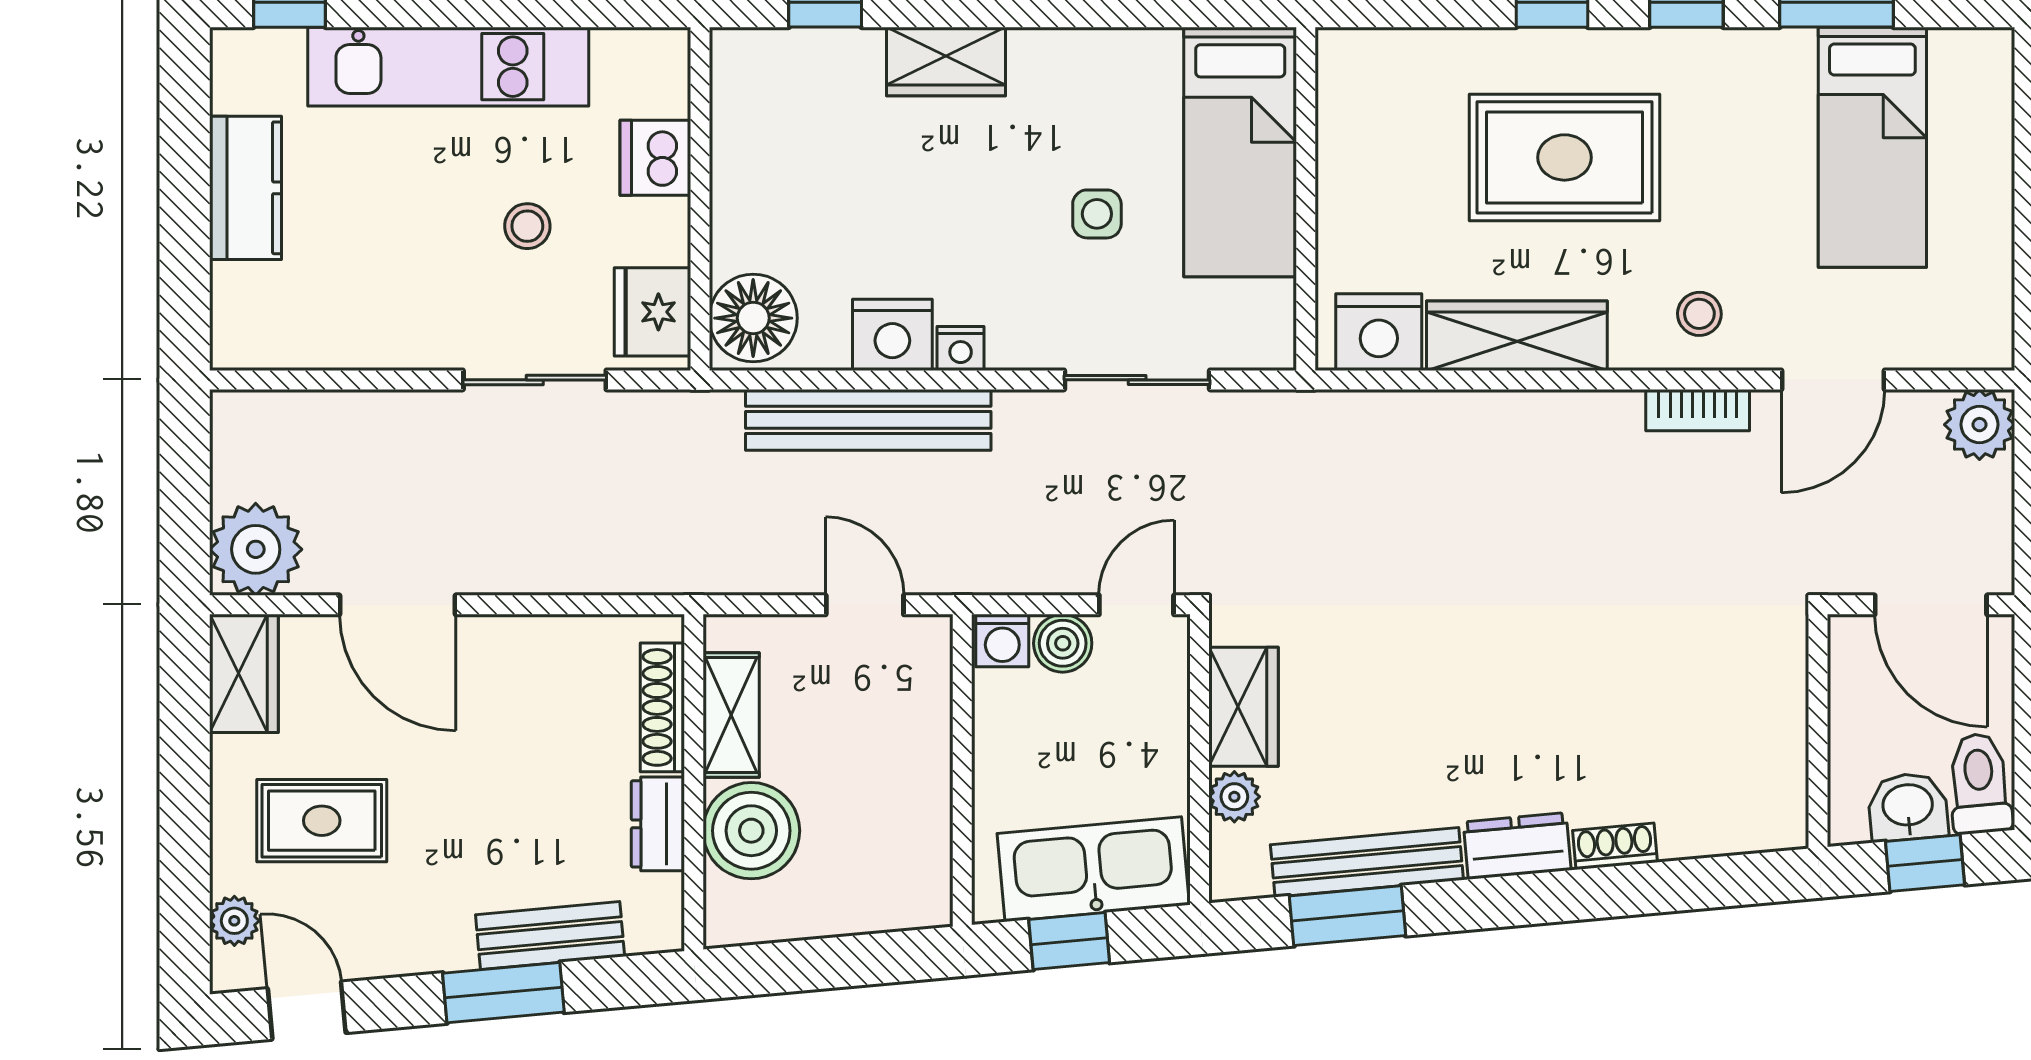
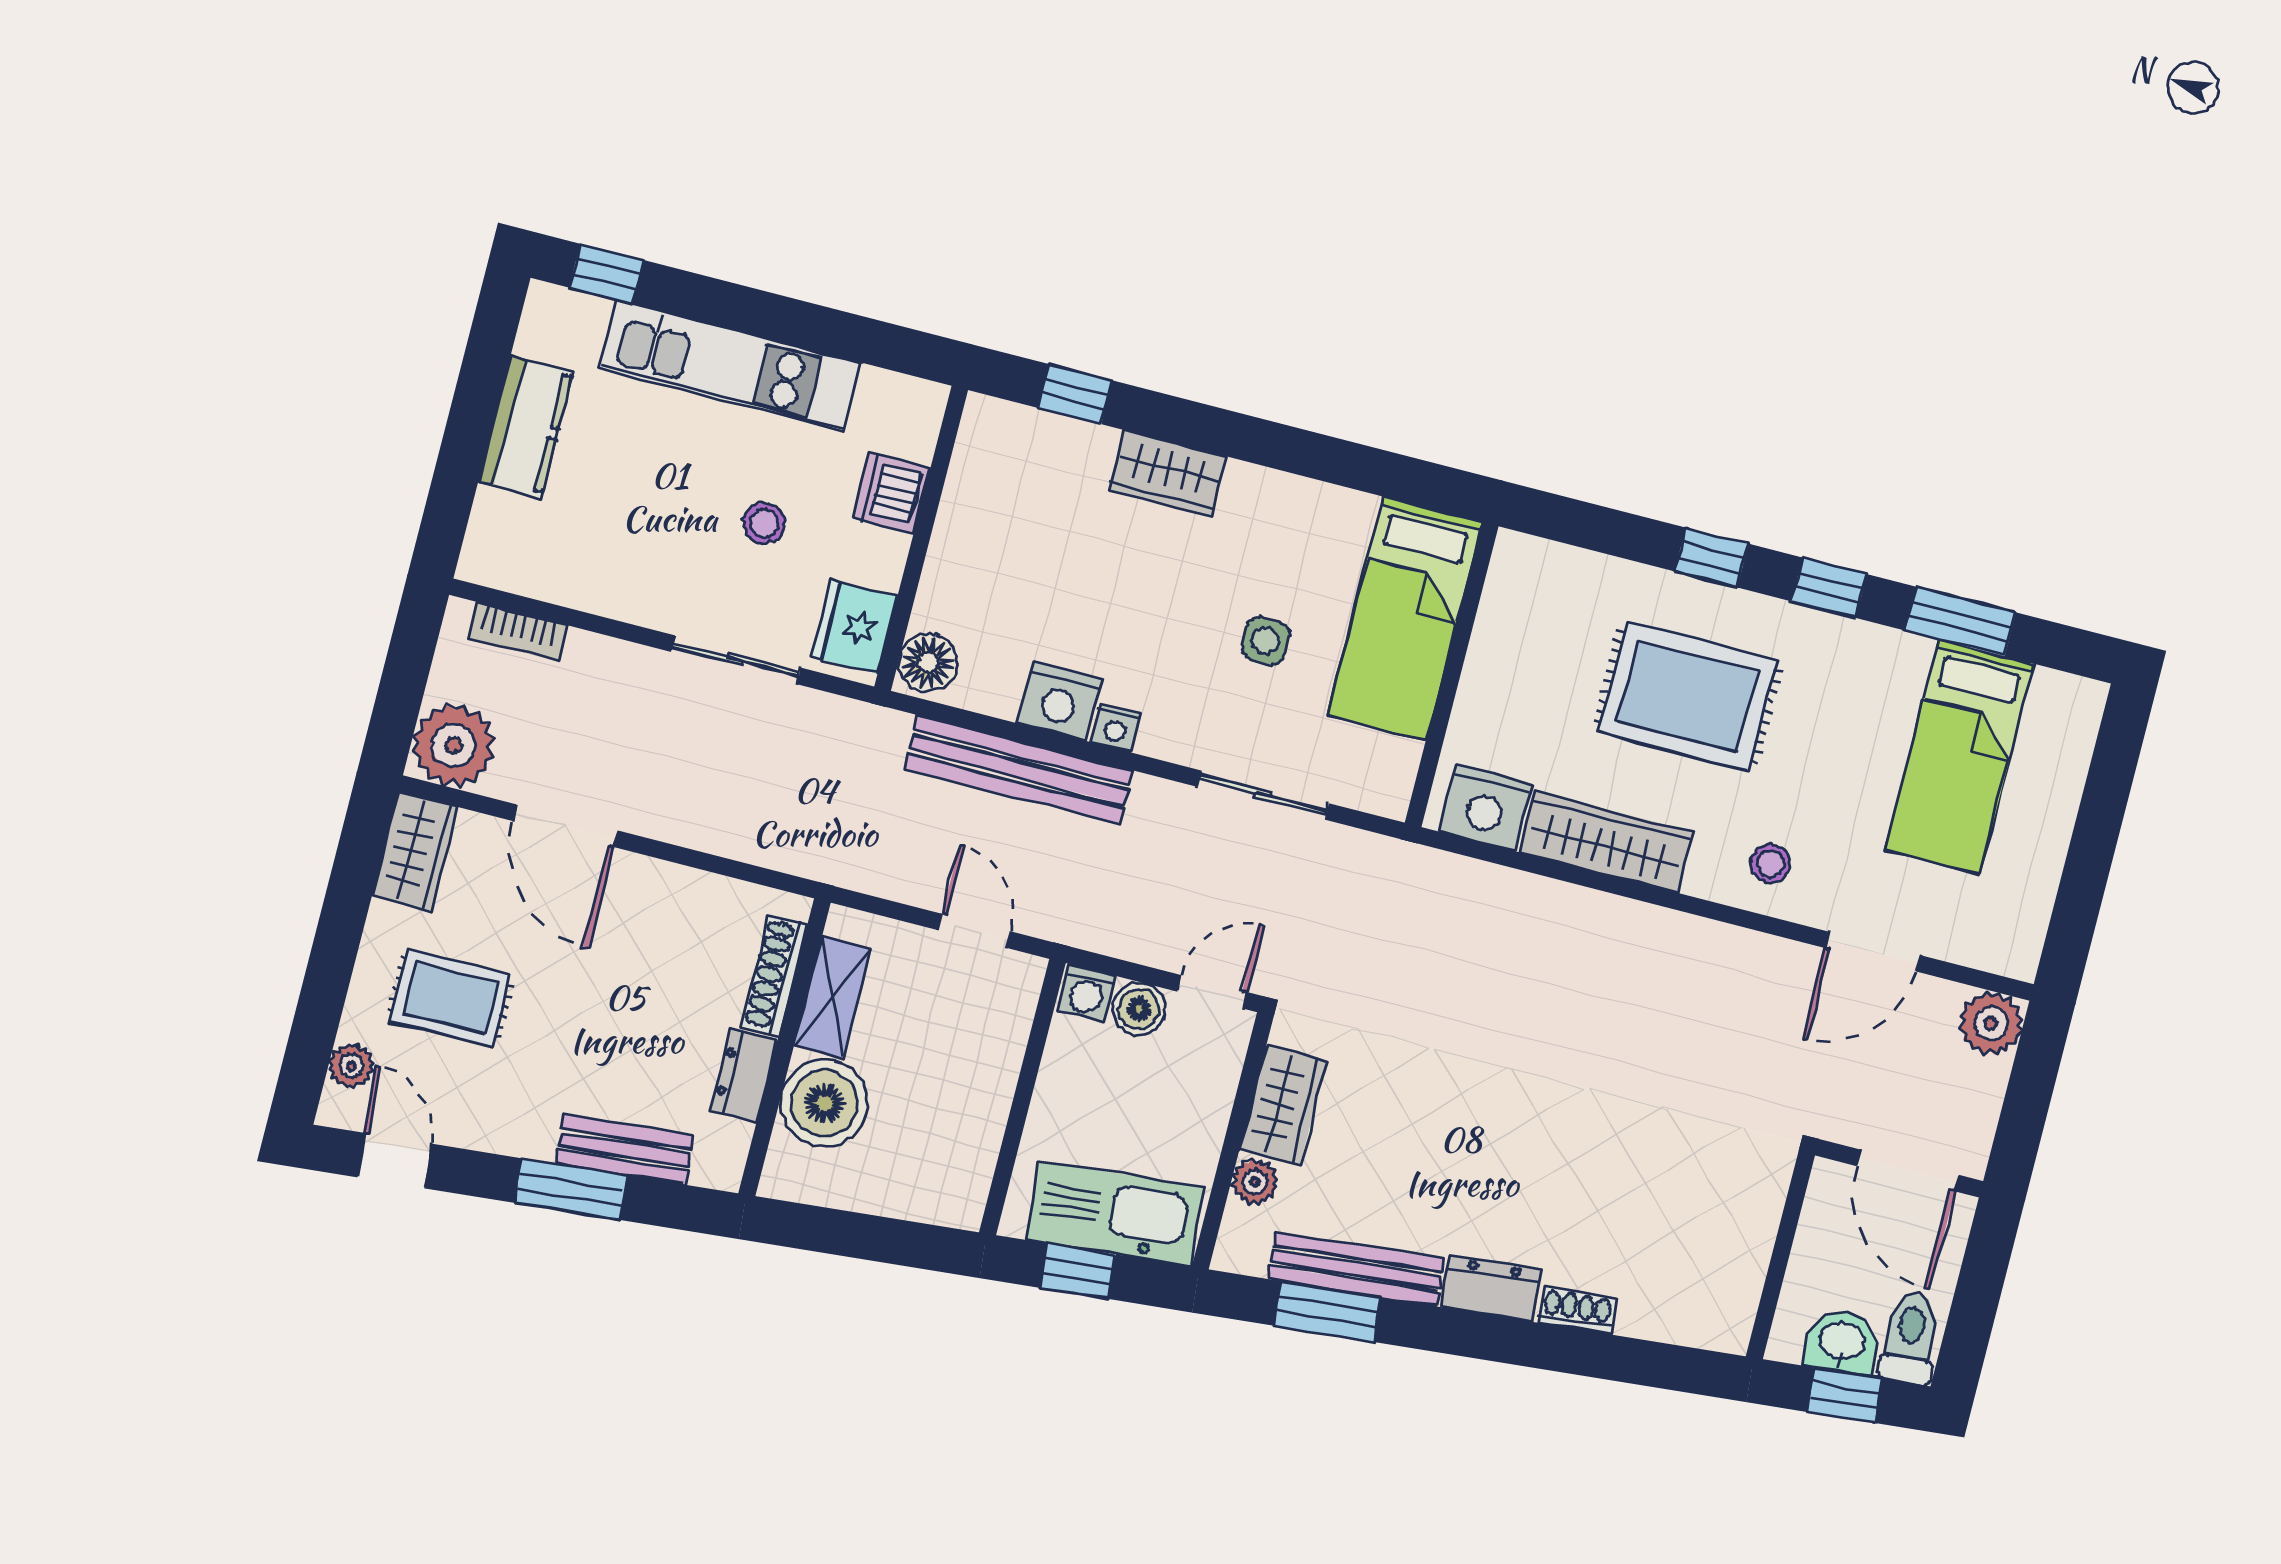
floor lamp: (753, 318) -> (928, 662), width x0.73, depth x0.73
bookcase: (1698, 410) -> (518, 632), moved

